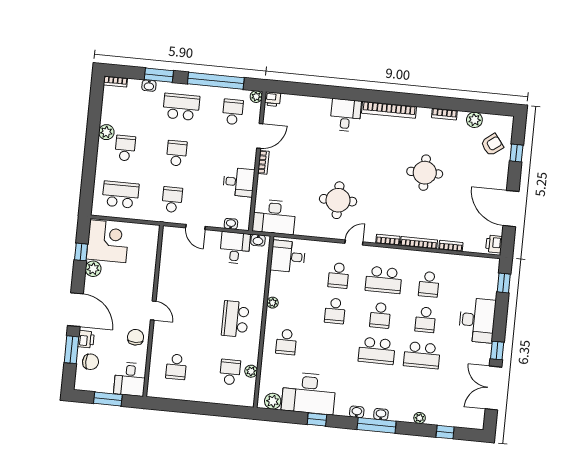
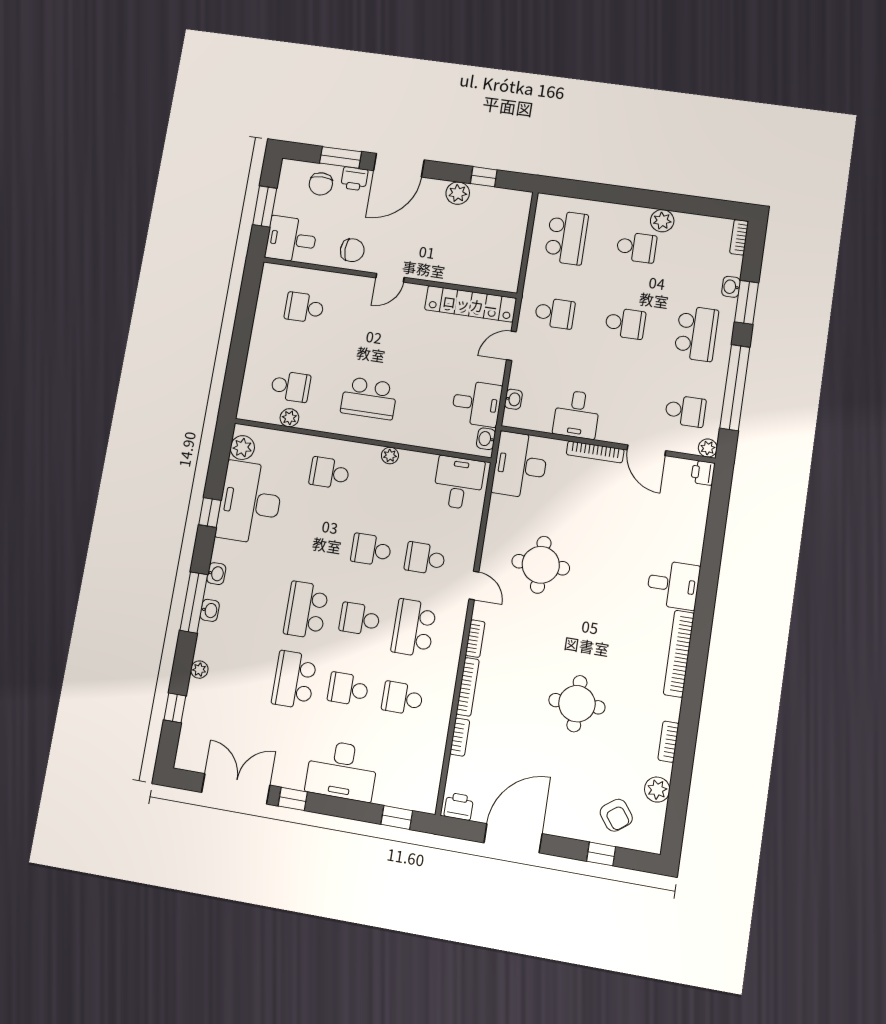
bookcase: (263, 162) -> (595, 452), width x1.56
corner desk: (108, 241) -> (497, 216), removed
locker: (168, 256) -> (470, 304), added
school desk: (235, 319) -> (369, 398), turned 180

